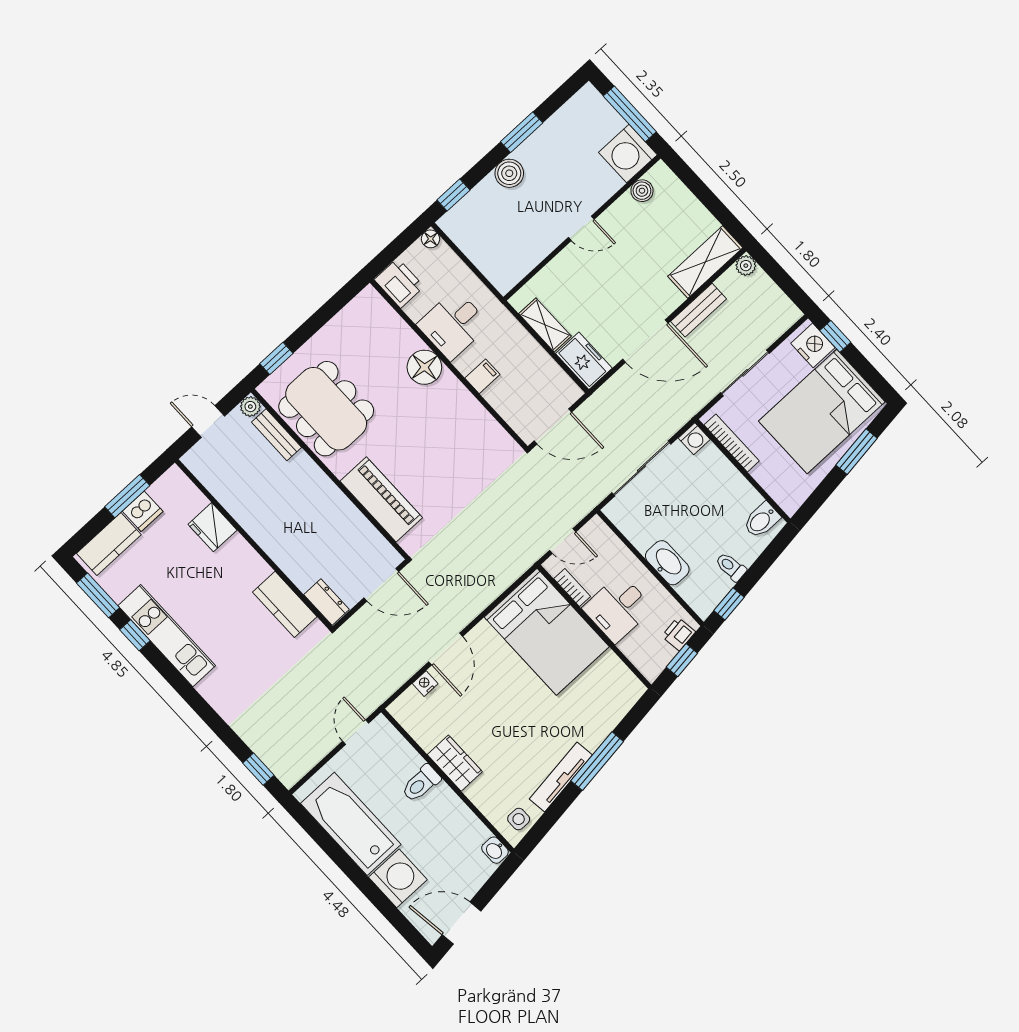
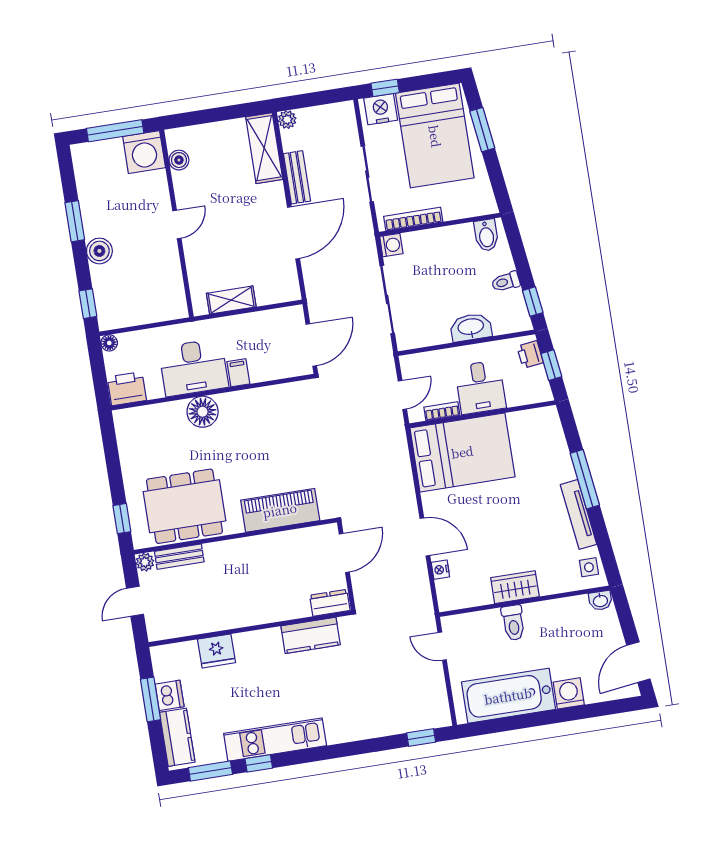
desk: (453, 325) -> (194, 367), width x1.37
freezer: (584, 361) -> (278, 289), removed
washing machine: (398, 878) -> (569, 693), width x0.73, depth x0.73

